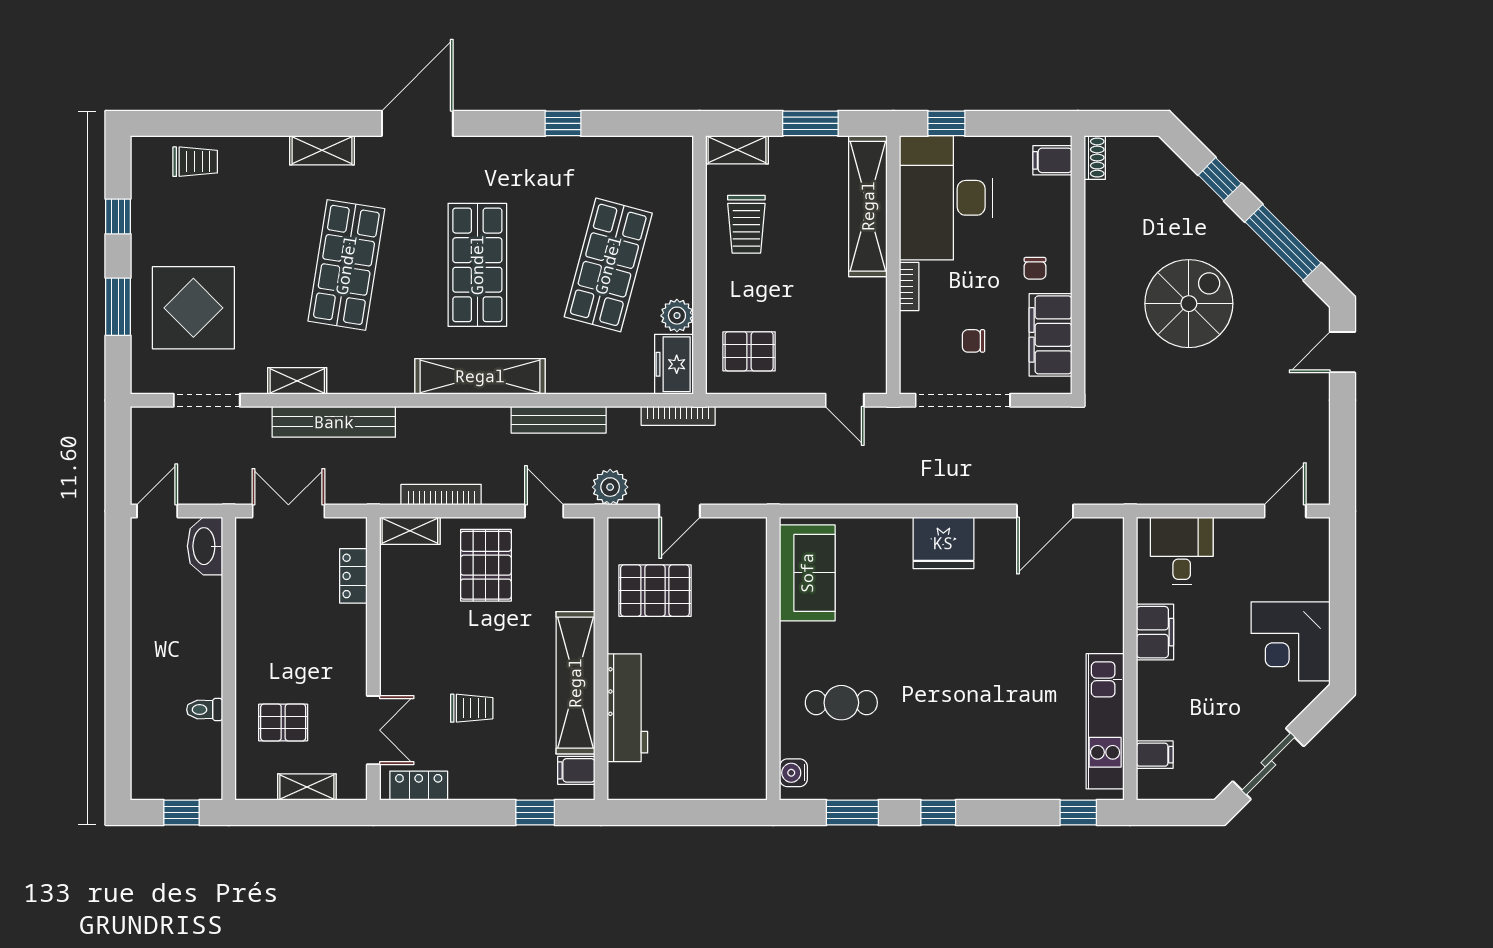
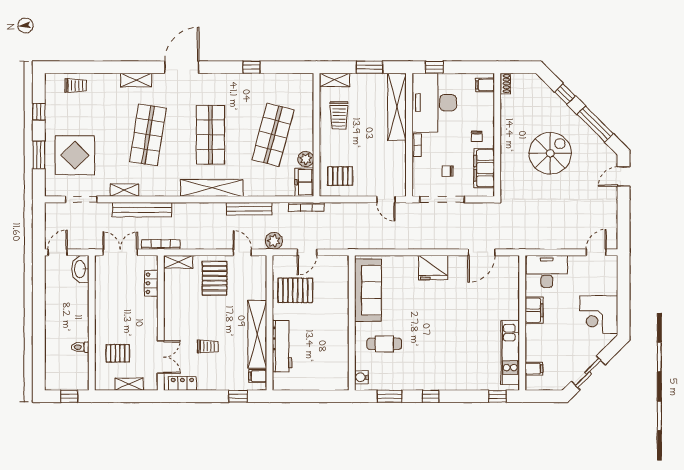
bookcase: (441, 495) -> (161, 244), moved
desk: (1182, 551) -> (547, 271), width x1.37
sofa: (807, 573) -> (368, 290), width x1.36

